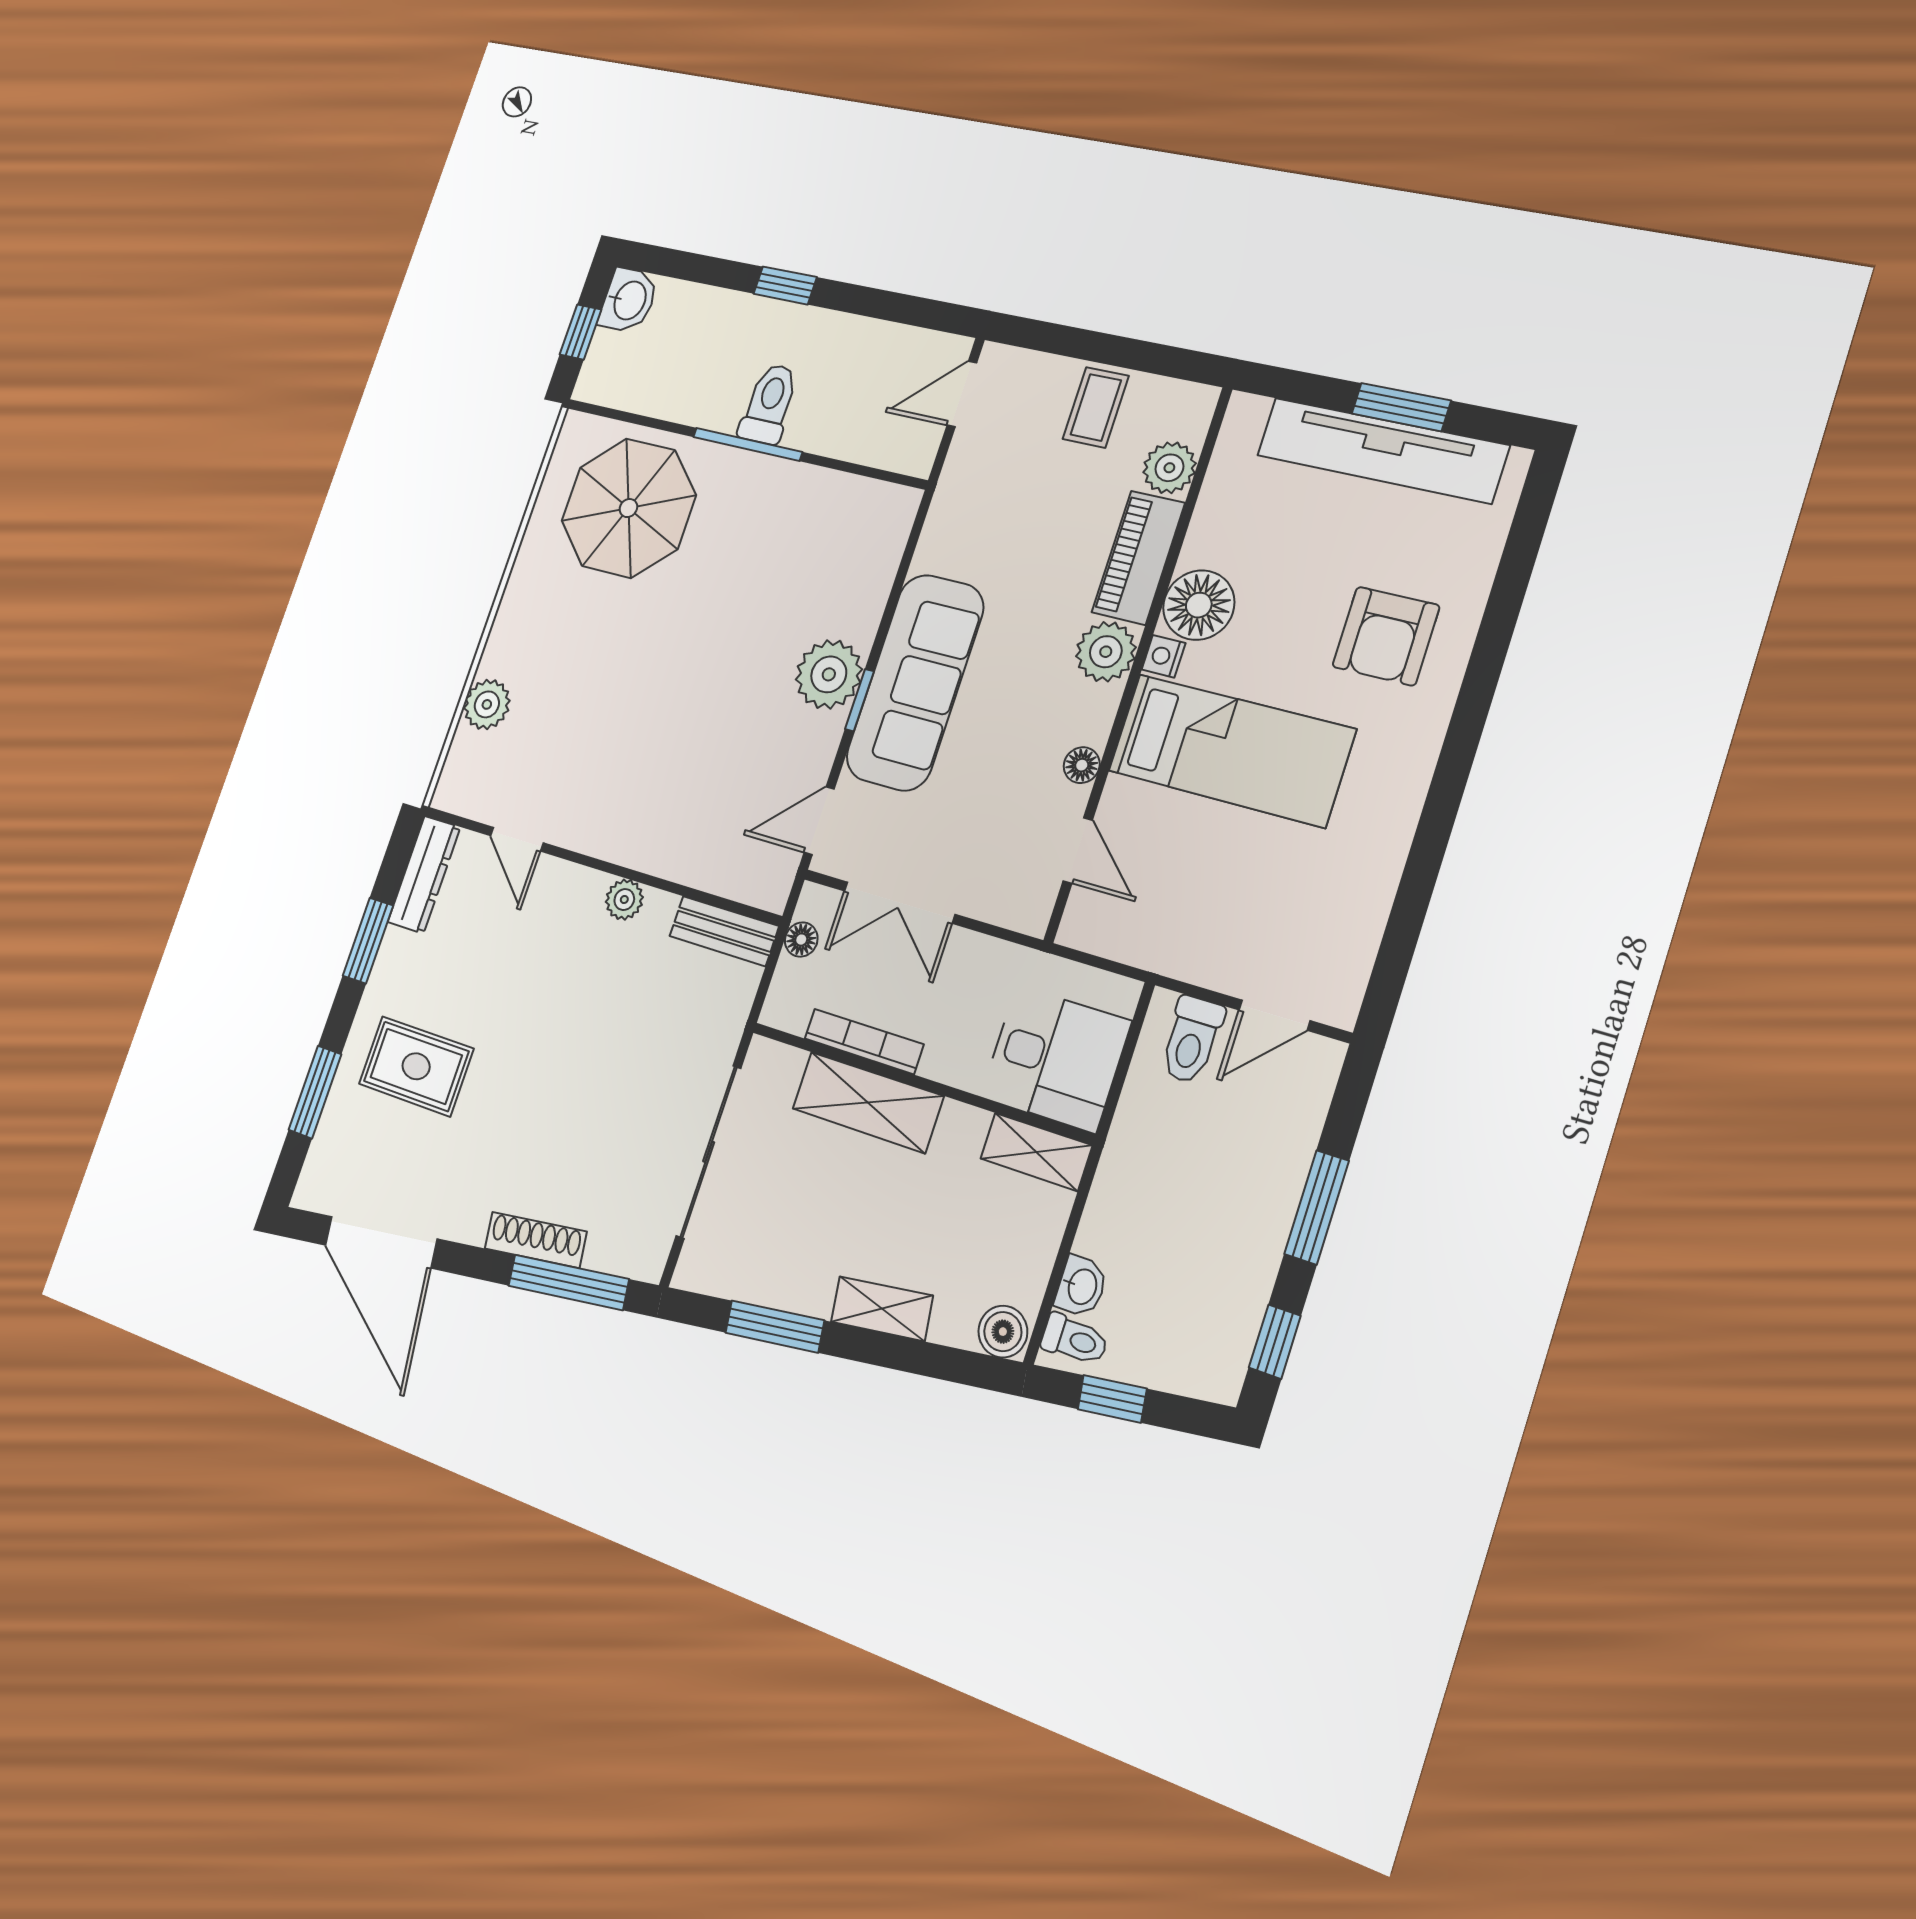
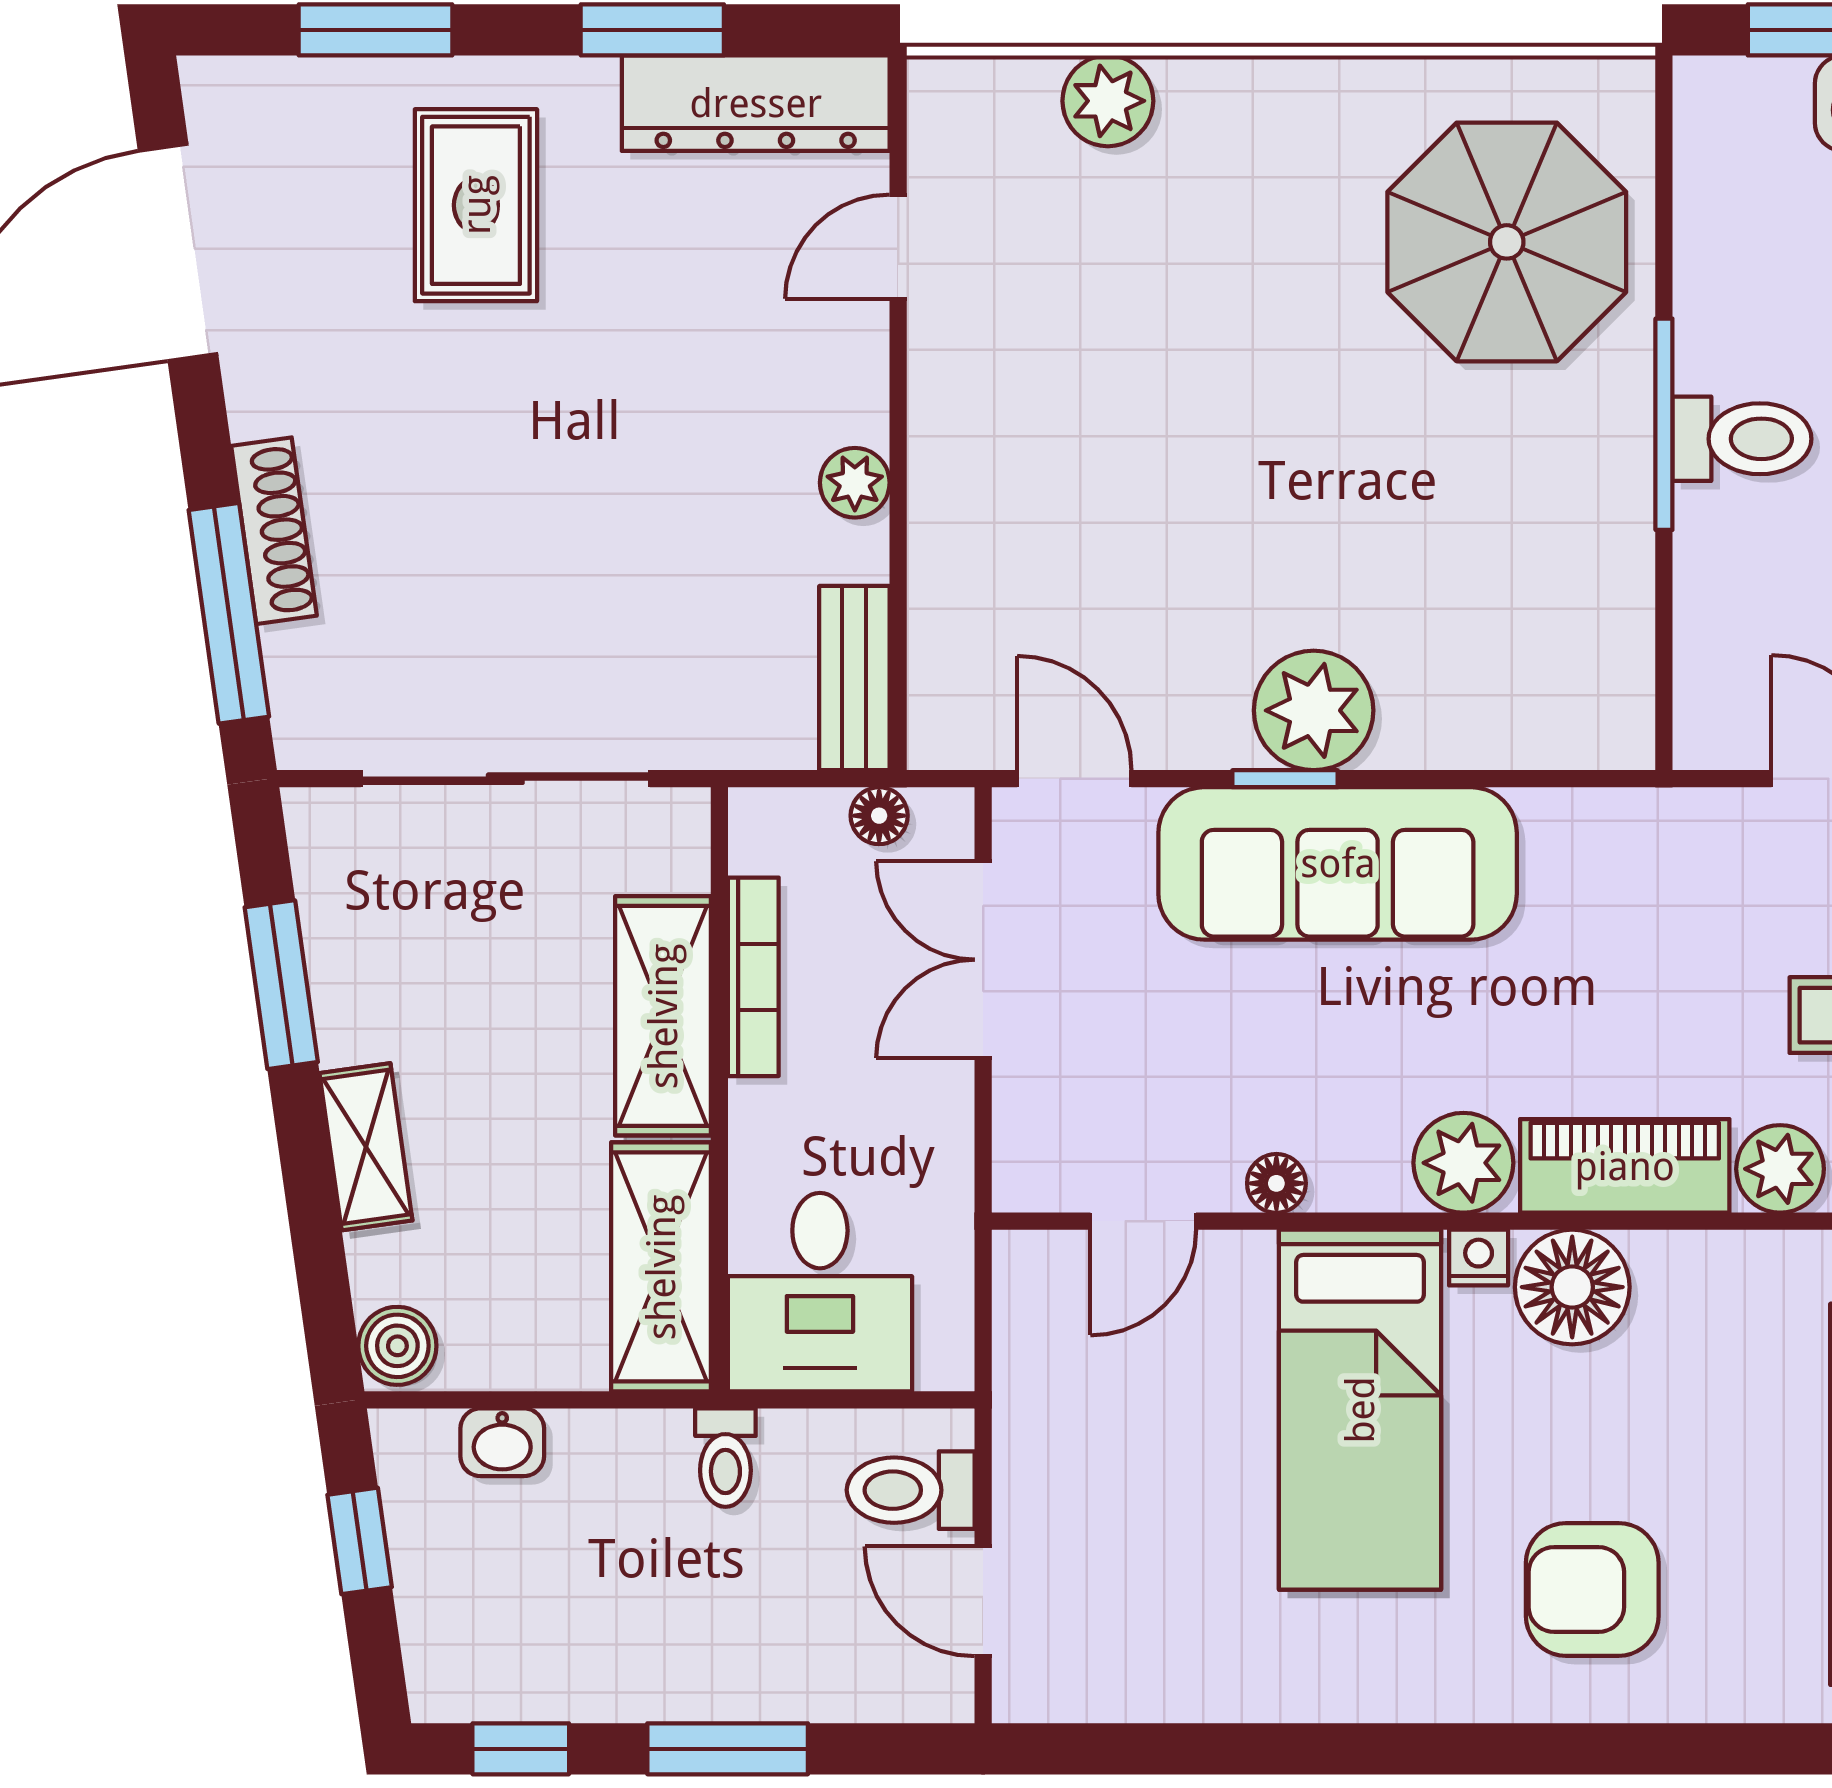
dresser: (424, 875) -> (756, 103), width x1.37, depth x1.24
shelving: (1036, 1152) -> (661, 1267), width x1.50, depth x1.33
toilet: (1075, 1340) -> (725, 1458), moved

